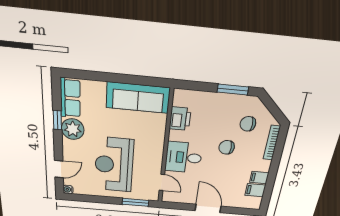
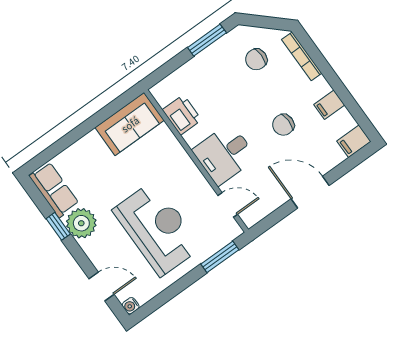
sofa: (138, 98) -> (130, 124), width x0.73
chair: (227, 147) -> (283, 125), moved
reception desk: (114, 165) -> (157, 229), turned 180
door: (59, 169) -> (101, 287), hinge flipped
filing cabinet: (255, 190) -> (354, 141), moved

